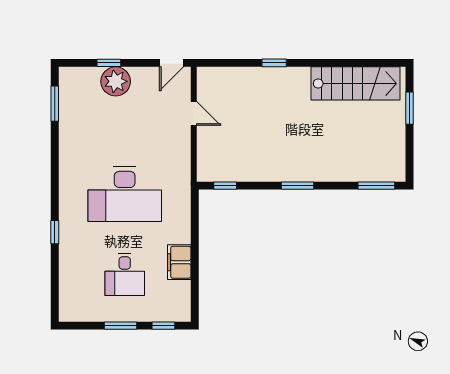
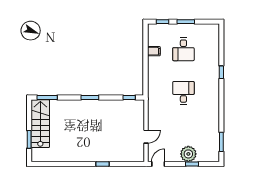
stairs: (355, 83) -> (40, 124), moved, turned 90
door: (194, 113) -> (146, 137), swing flipped
desk: (125, 194) -> (183, 93), width x0.53, depth x0.77
filing cabinet: (179, 262) -> (154, 51), width x0.50
desk: (125, 274) -> (183, 49), turned 180

